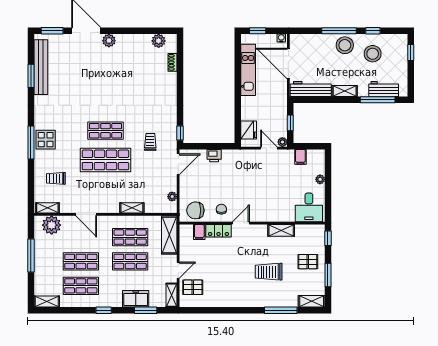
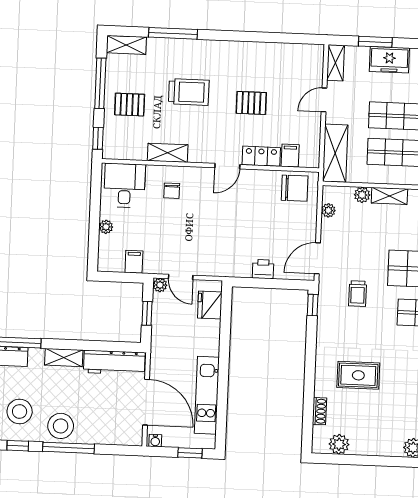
rug: (148, 87) -> (358, 375), added
plant: (150, 208) -> (362, 195), added
chair: (221, 209) -> (172, 191), moved
window: (328, 275) -> (100, 83), width x1.44
pallet: (193, 287) -> (251, 103), moved

